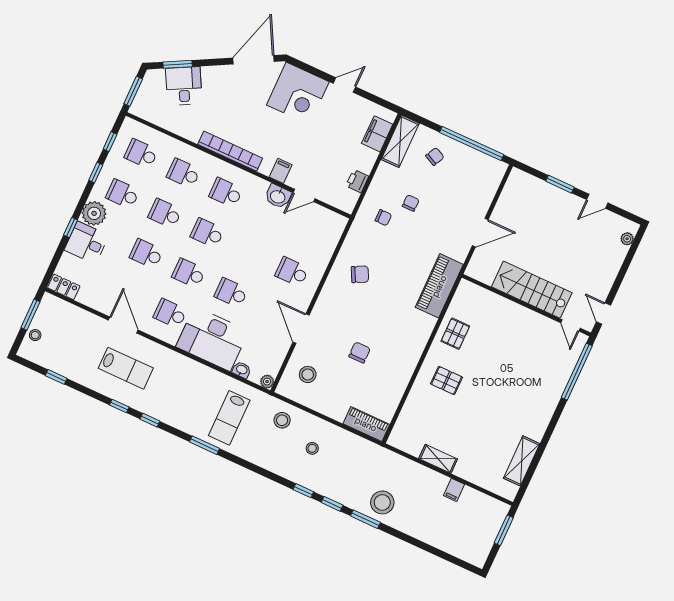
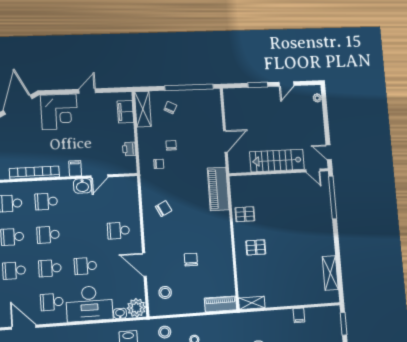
pallet: (455, 334) -> (245, 214), turned 90
plant: (267, 382) -> (136, 308), width x1.87, depth x1.87
shelving: (438, 459) -> (252, 303), moved

